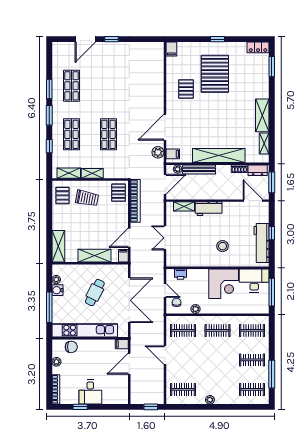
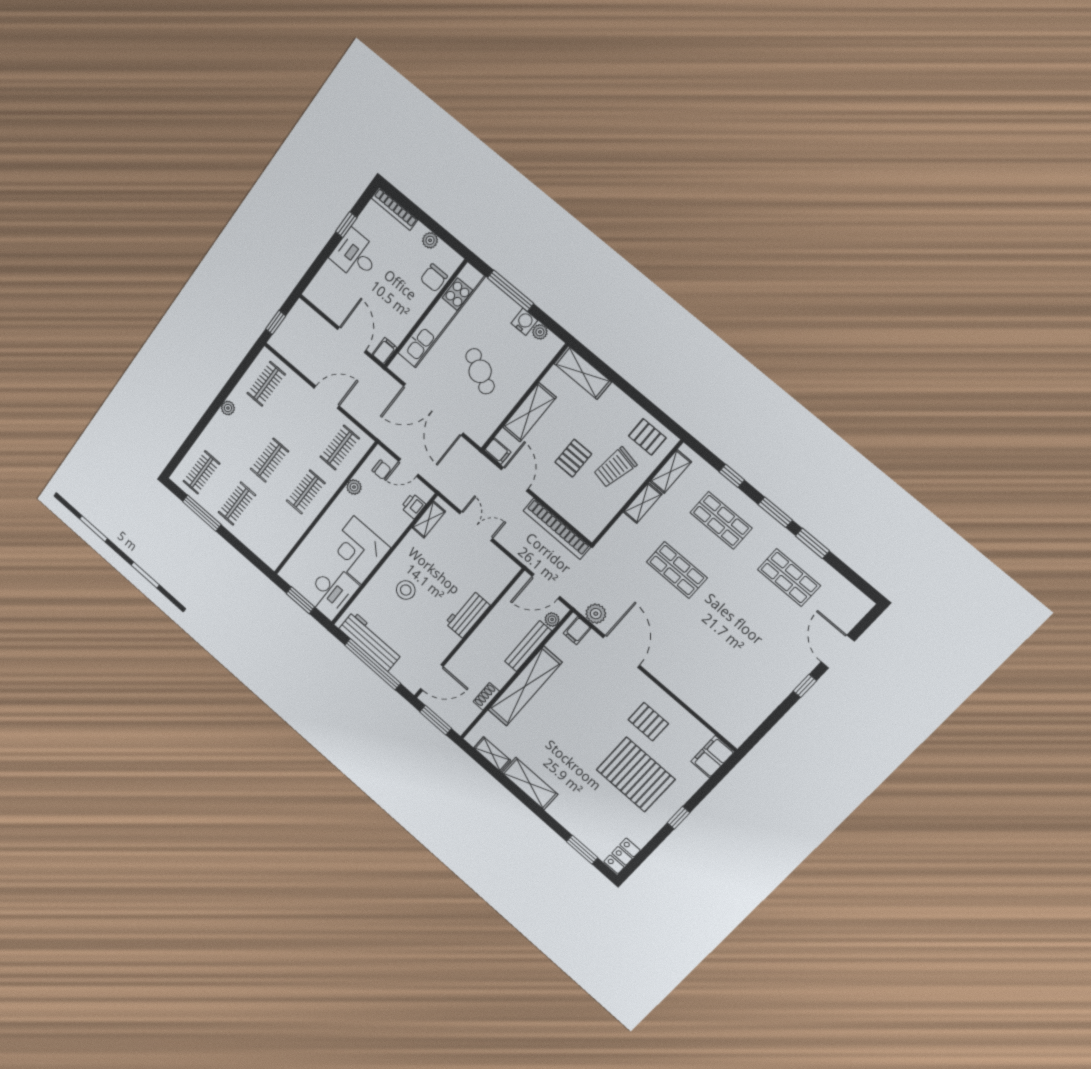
filing cabinet: (171, 49) -> (713, 757), width x2.00
dresser: (258, 170) -> (465, 717), removed
door: (165, 184) -> (546, 586), hinge flipped
pallet: (119, 193) -> (573, 458), moved, turned 90
shelving: (184, 206) -> (429, 520), moved
window: (272, 233) -> (373, 664), width x3.17
window: (272, 292) -> (300, 600), width x0.69
clothes rail: (252, 330) -> (269, 460), moved

